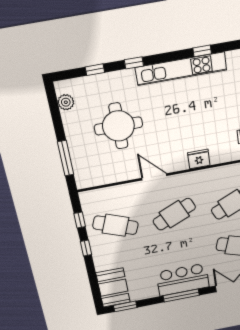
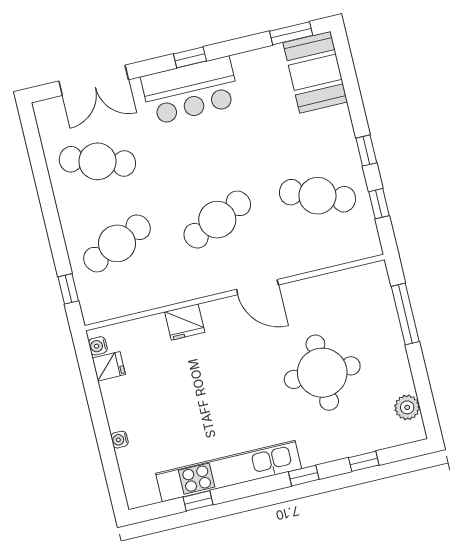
window: (181, 296) -> (190, 57), width x0.46

